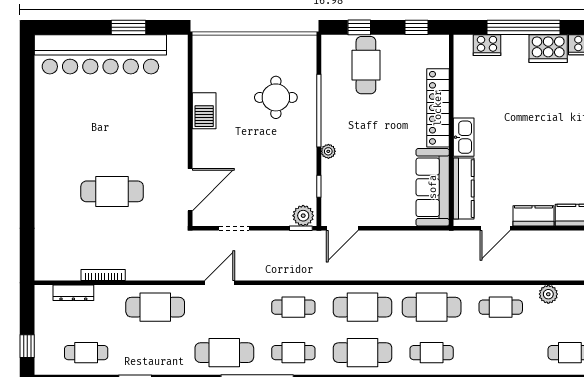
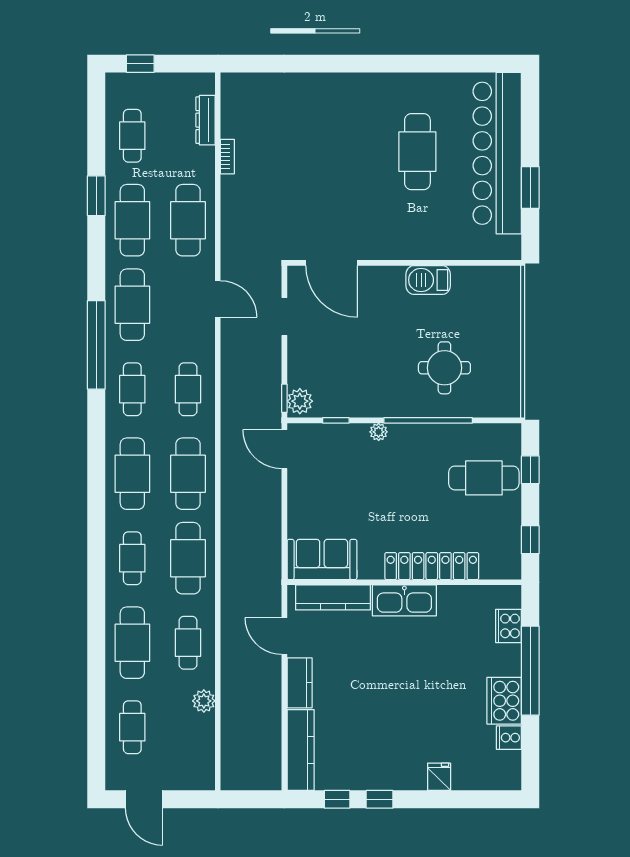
kitchen sink: (464, 137) -> (404, 600), width x1.36, depth x1.24
sofa: (433, 187) -> (322, 559), width x0.73
cafe table: (112, 191) -> (417, 152), moved
bookcase: (103, 275) -> (227, 157), width x0.64
cafe table: (155, 353) -> (132, 220), added
cafe table: (501, 353) -> (132, 643), added

